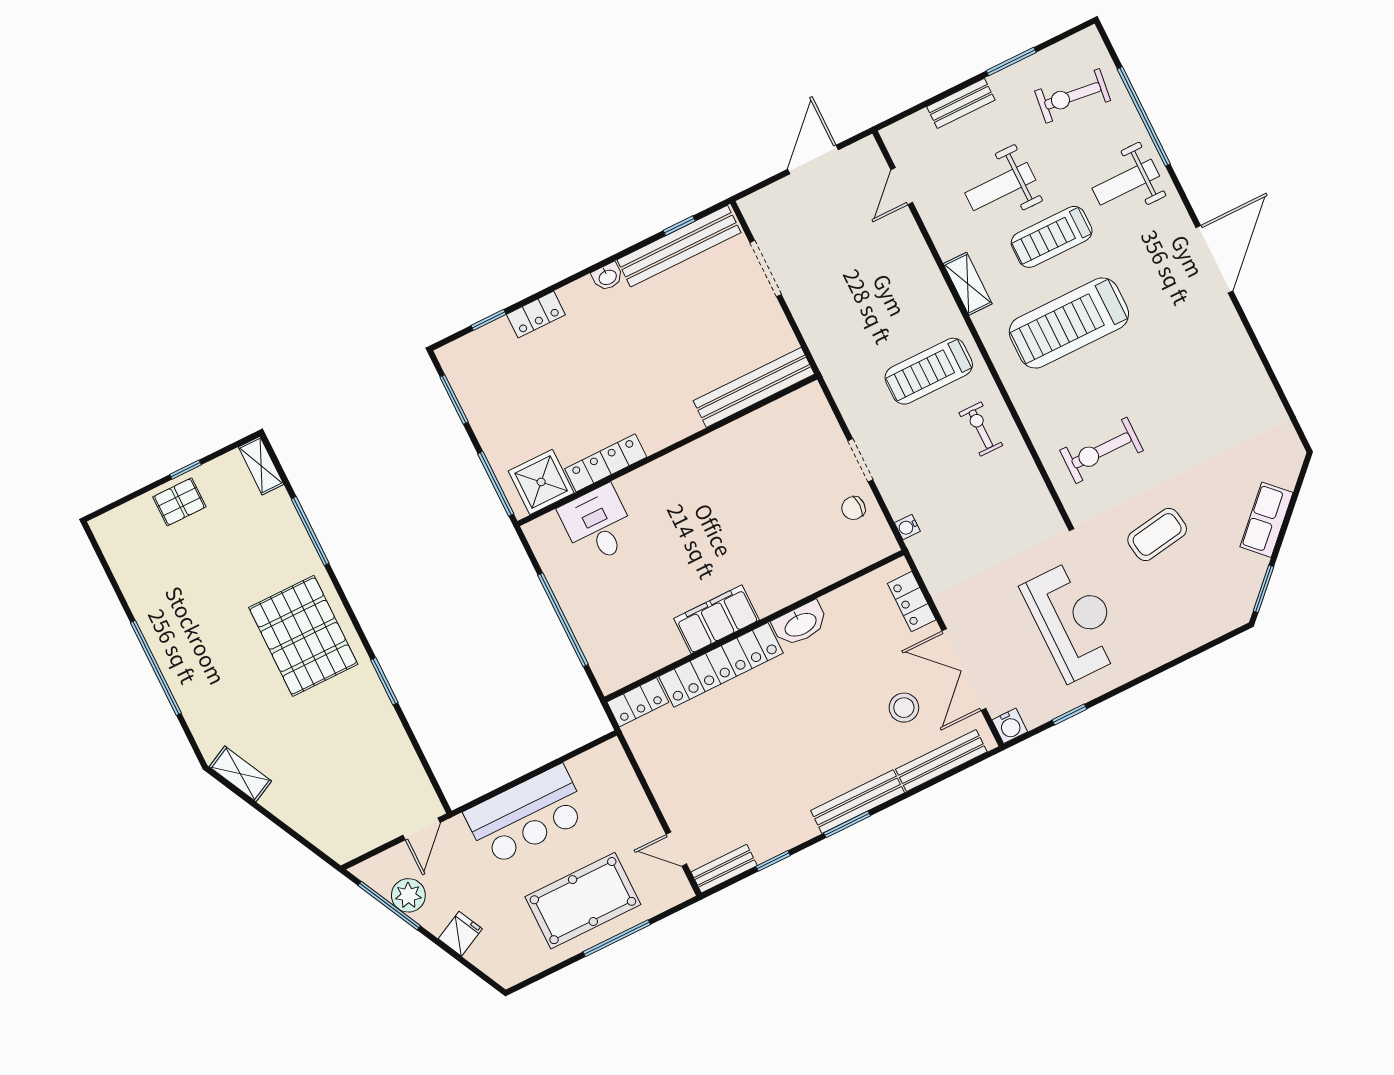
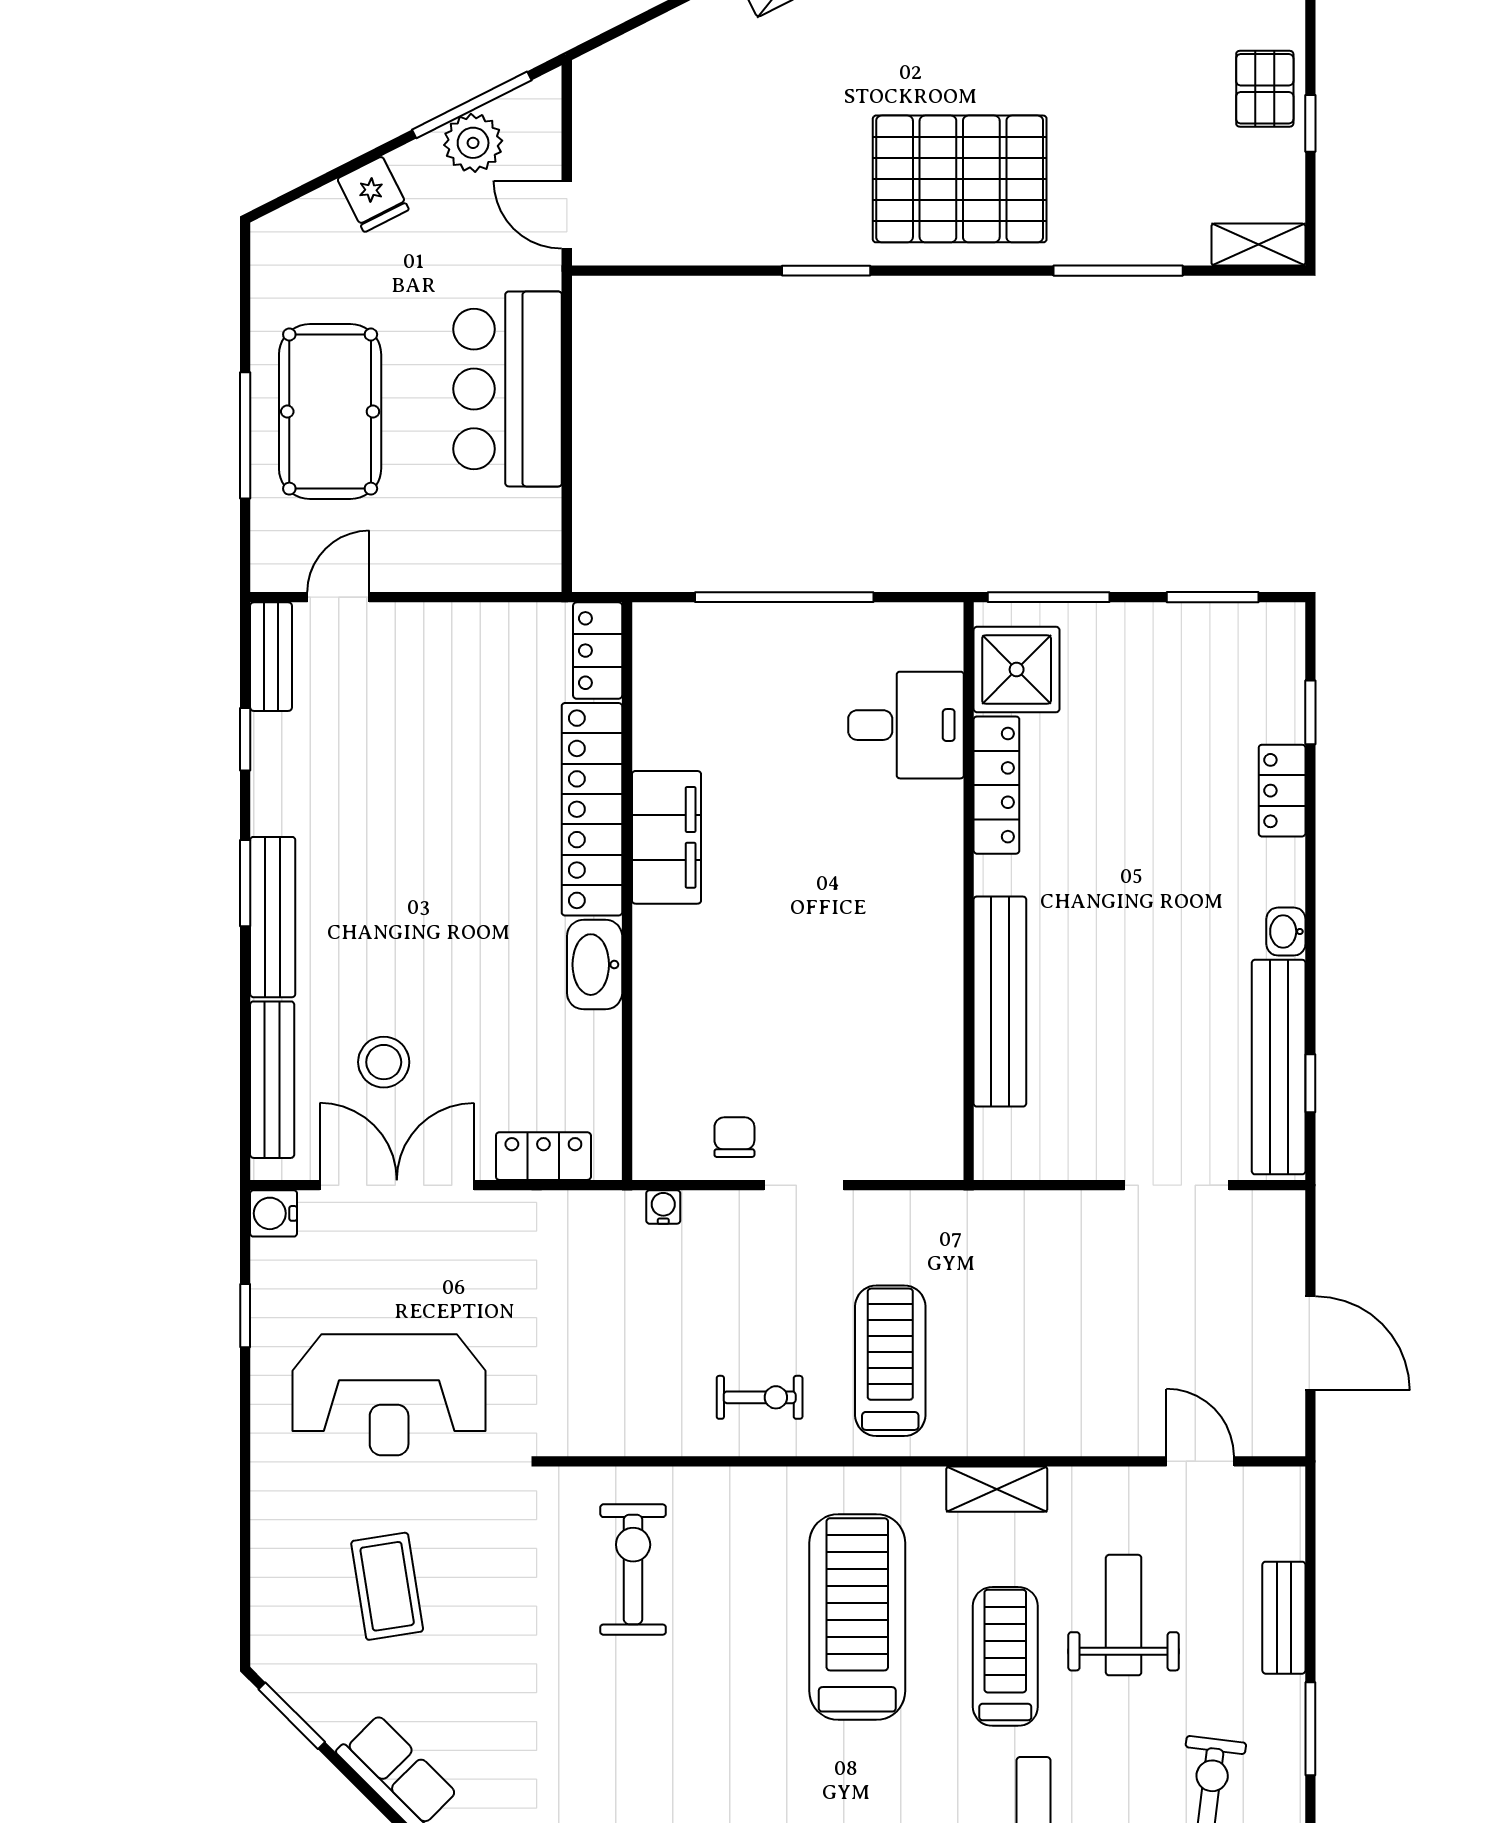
bench: (754, 387) -> (1000, 1002), moved
coffee table: (1157, 534) -> (387, 1586), moved

